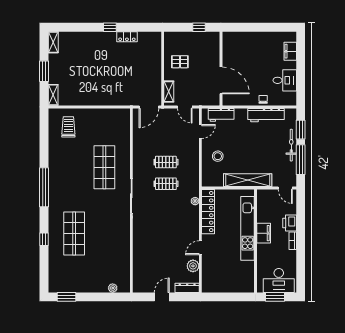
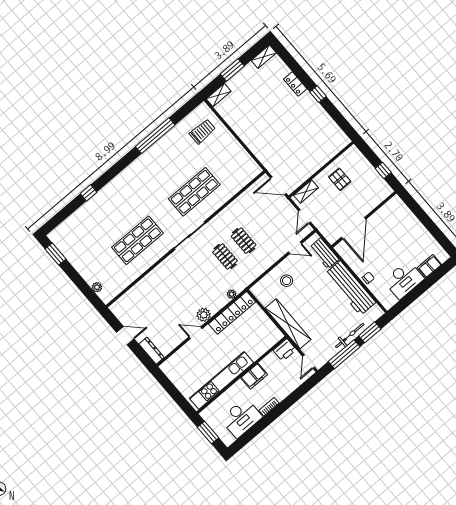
locker: (127, 37) -> (295, 84), moved
desk: (285, 80) -> (404, 280), width x1.37
workbench: (266, 115) -> (350, 288), width x1.36, depth x1.32
window: (44, 187) -> (155, 136), moved
printer: (290, 223) -> (285, 350), moved, turned 180
kitchen unit: (248, 228) -> (222, 380), moved
shop shelf: (74, 234) -> (137, 240), moved
plant: (193, 266) -> (204, 315), moved
desk: (279, 280) -> (241, 418), moved, turned -90

